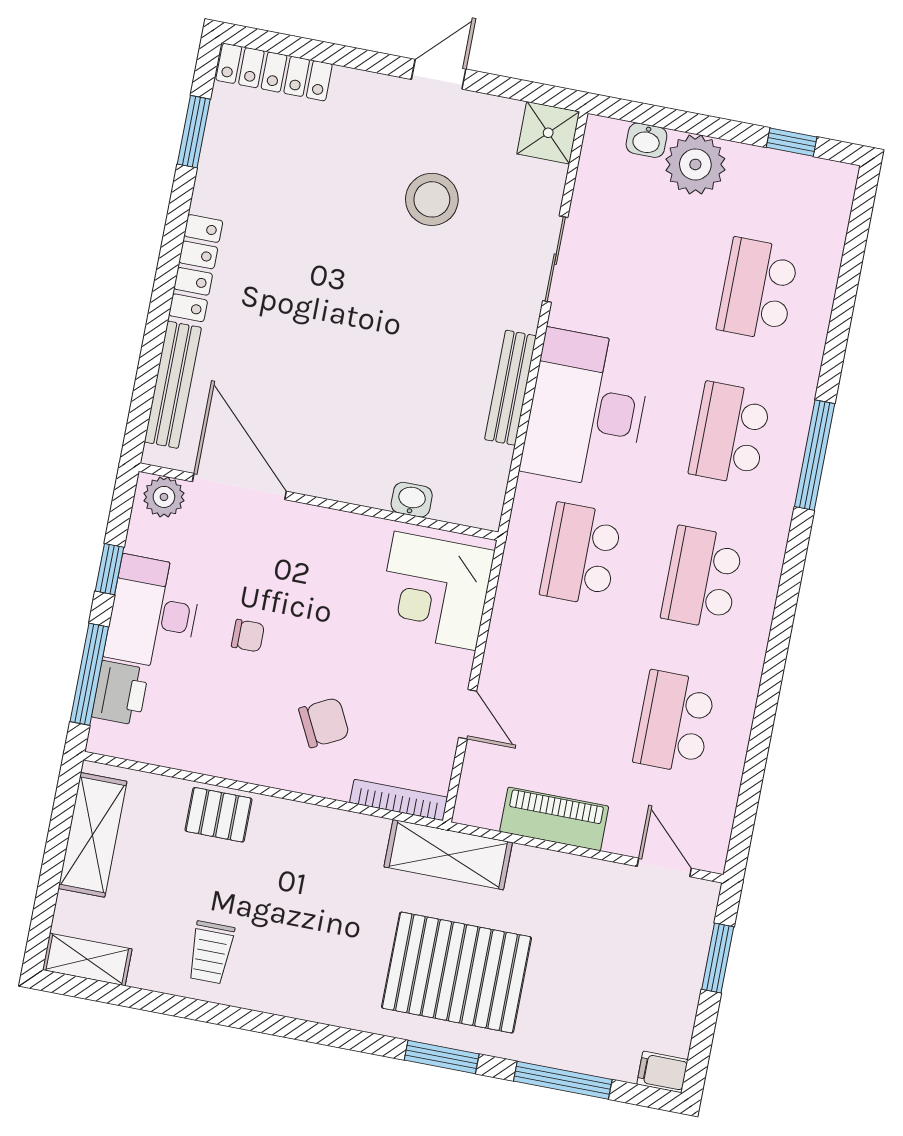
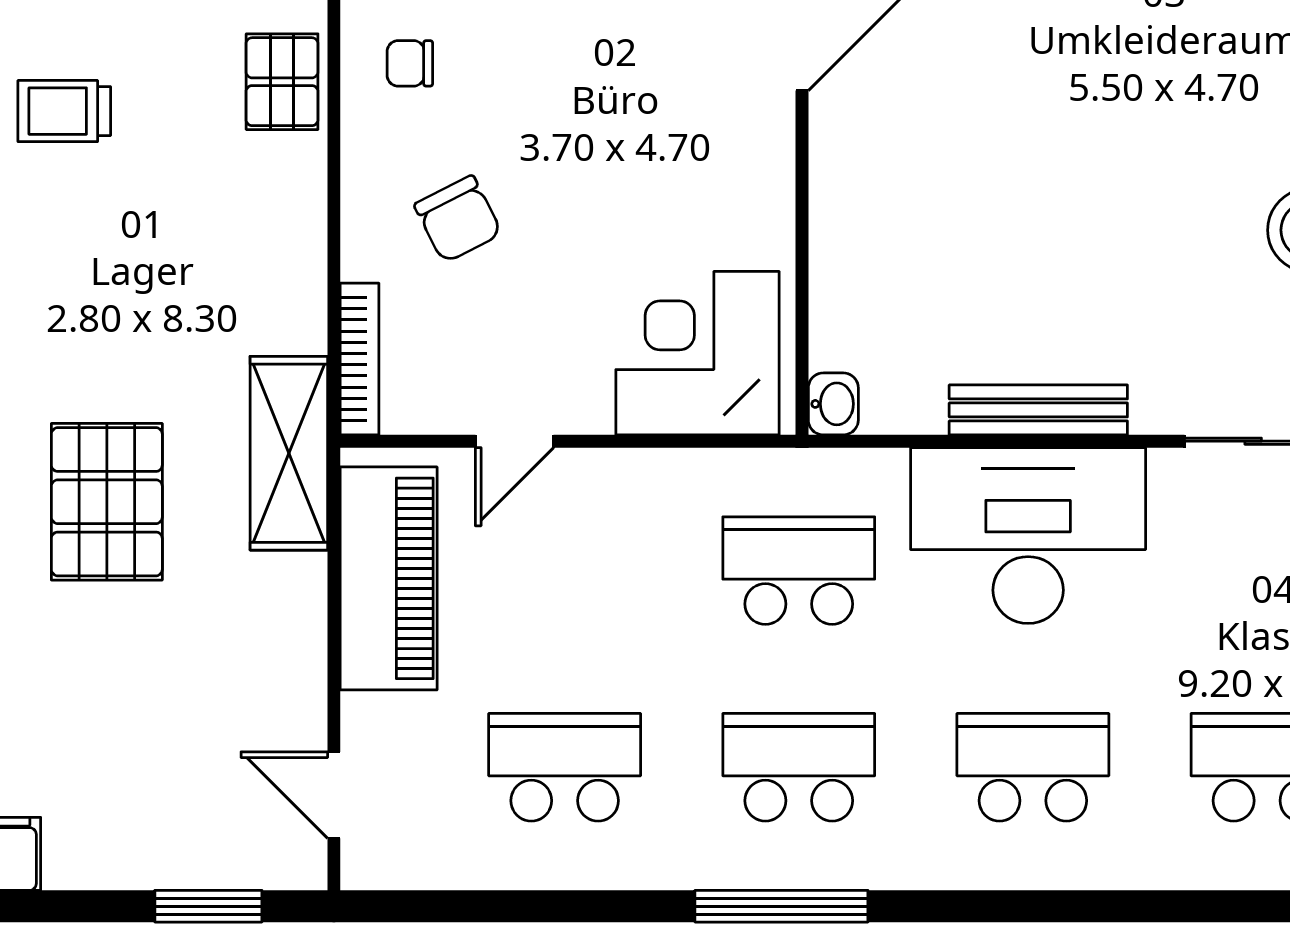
window: (815, 455) -> (781, 906), moved
washbasin: (412, 500) -> (833, 404), moved
chair: (248, 636) -> (410, 63), moved, turned 90
piano: (554, 819) -> (389, 578), width x1.37, depth x1.33
door: (664, 867) -> (334, 795), swing flipped
pallet: (457, 973) -> (107, 502), width x0.73, depth x0.71

